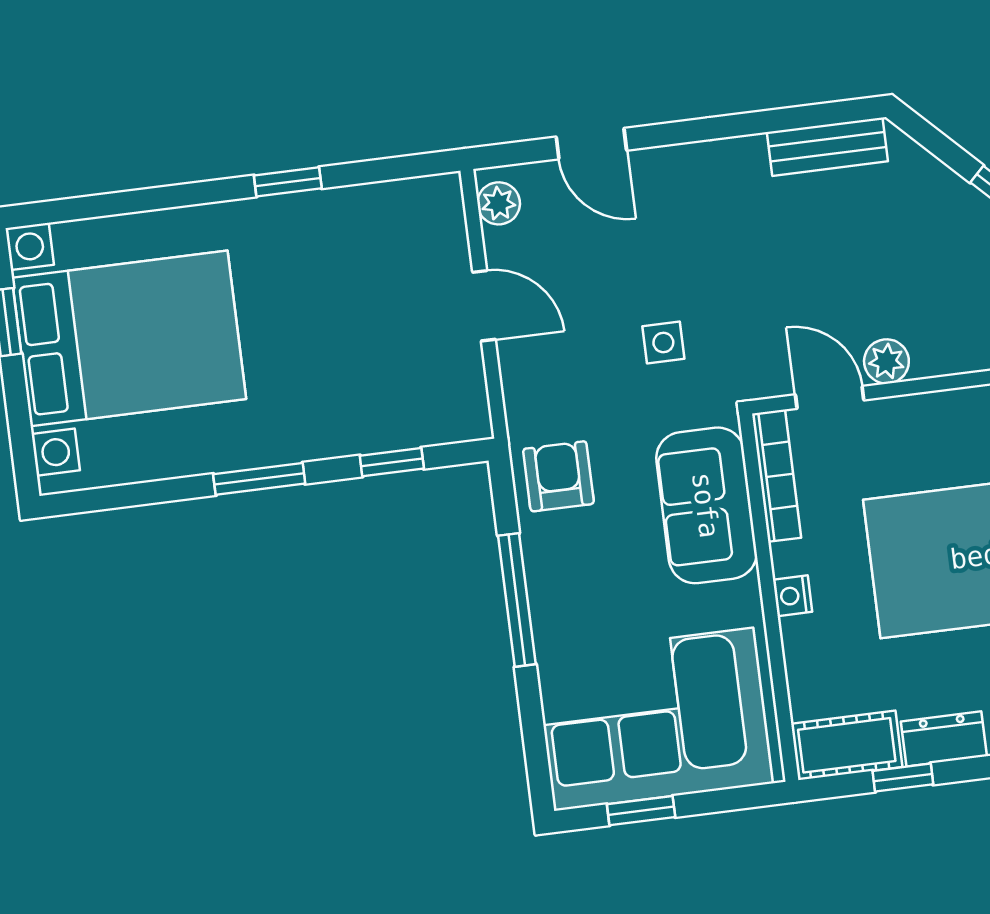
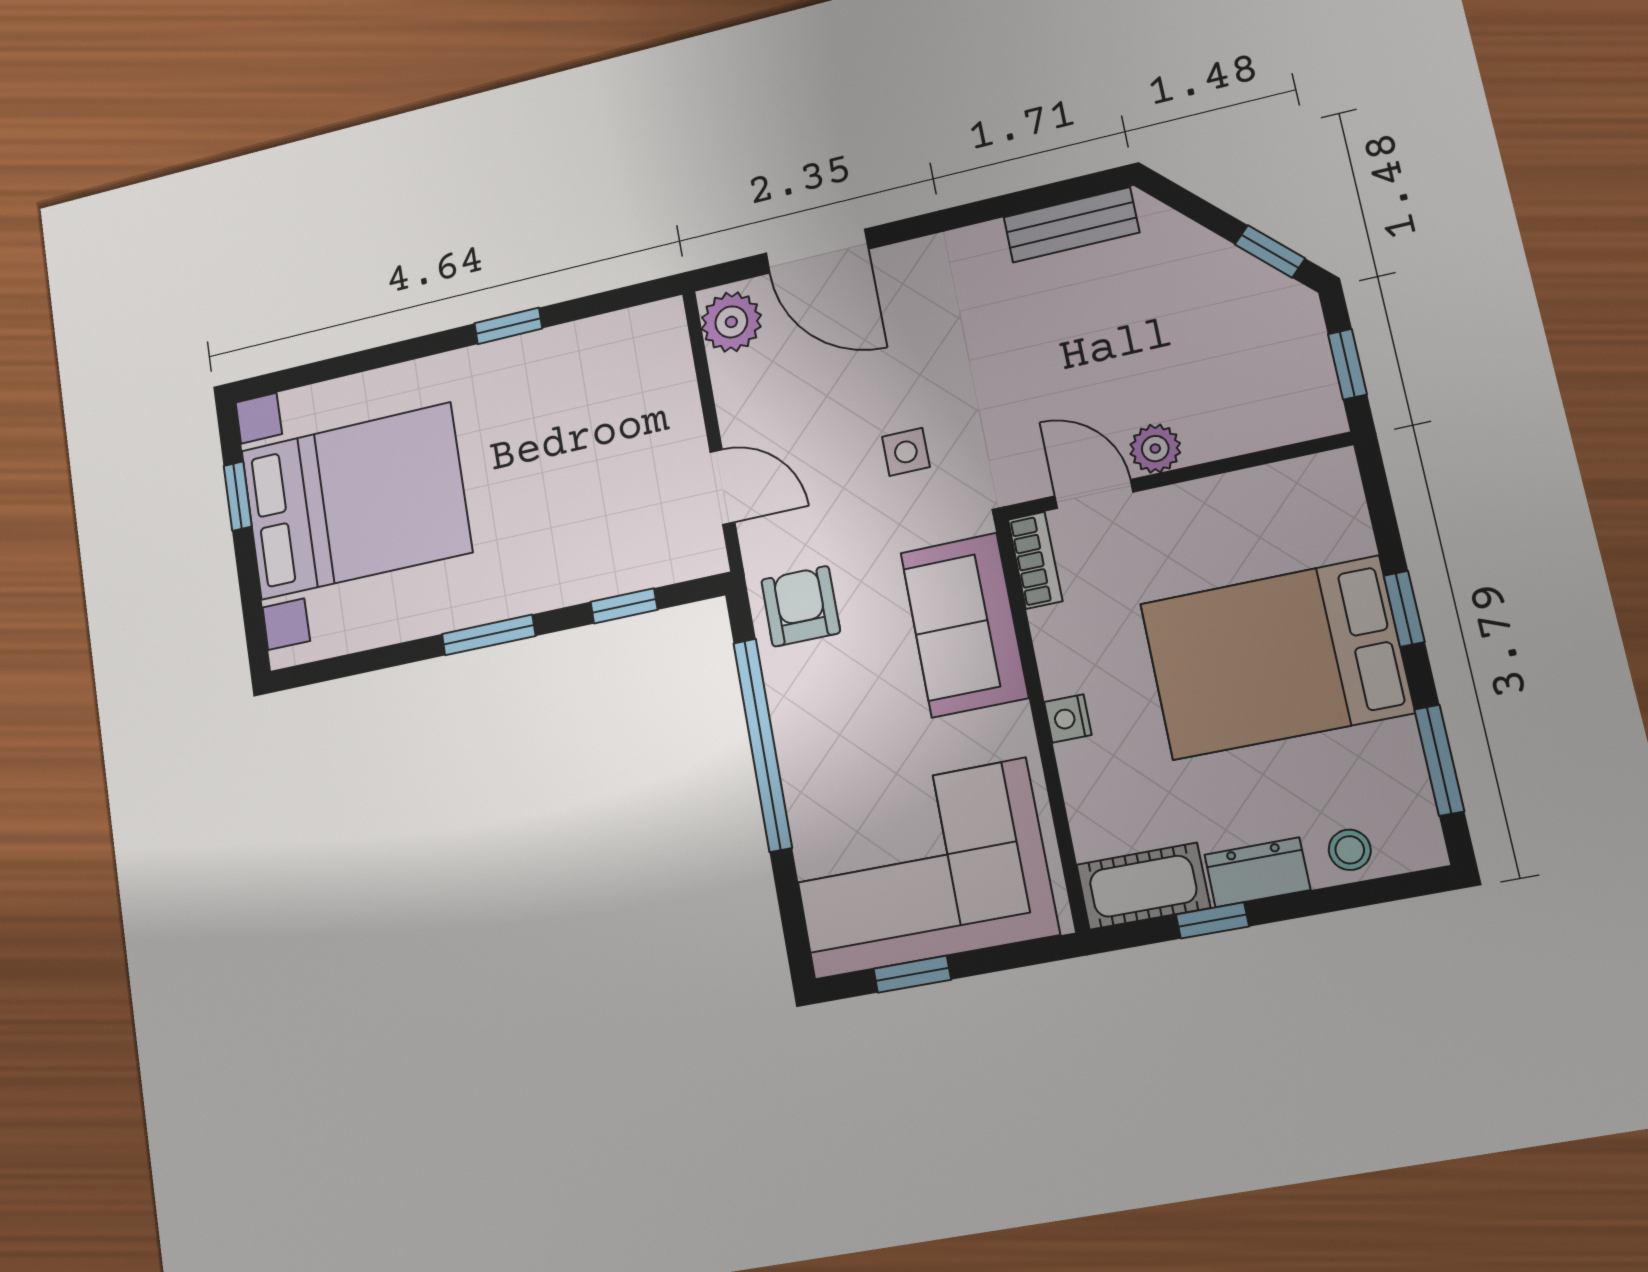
door: (591, 144) -> (817, 251), width x1.38
plant: (499, 203) -> (731, 322), width x1.38, depth x1.38
door: (484, 306) -> (722, 487), moved
bookcase: (776, 476) -> (1035, 560), width x0.64
window: (517, 600) -> (763, 745), width x1.46

